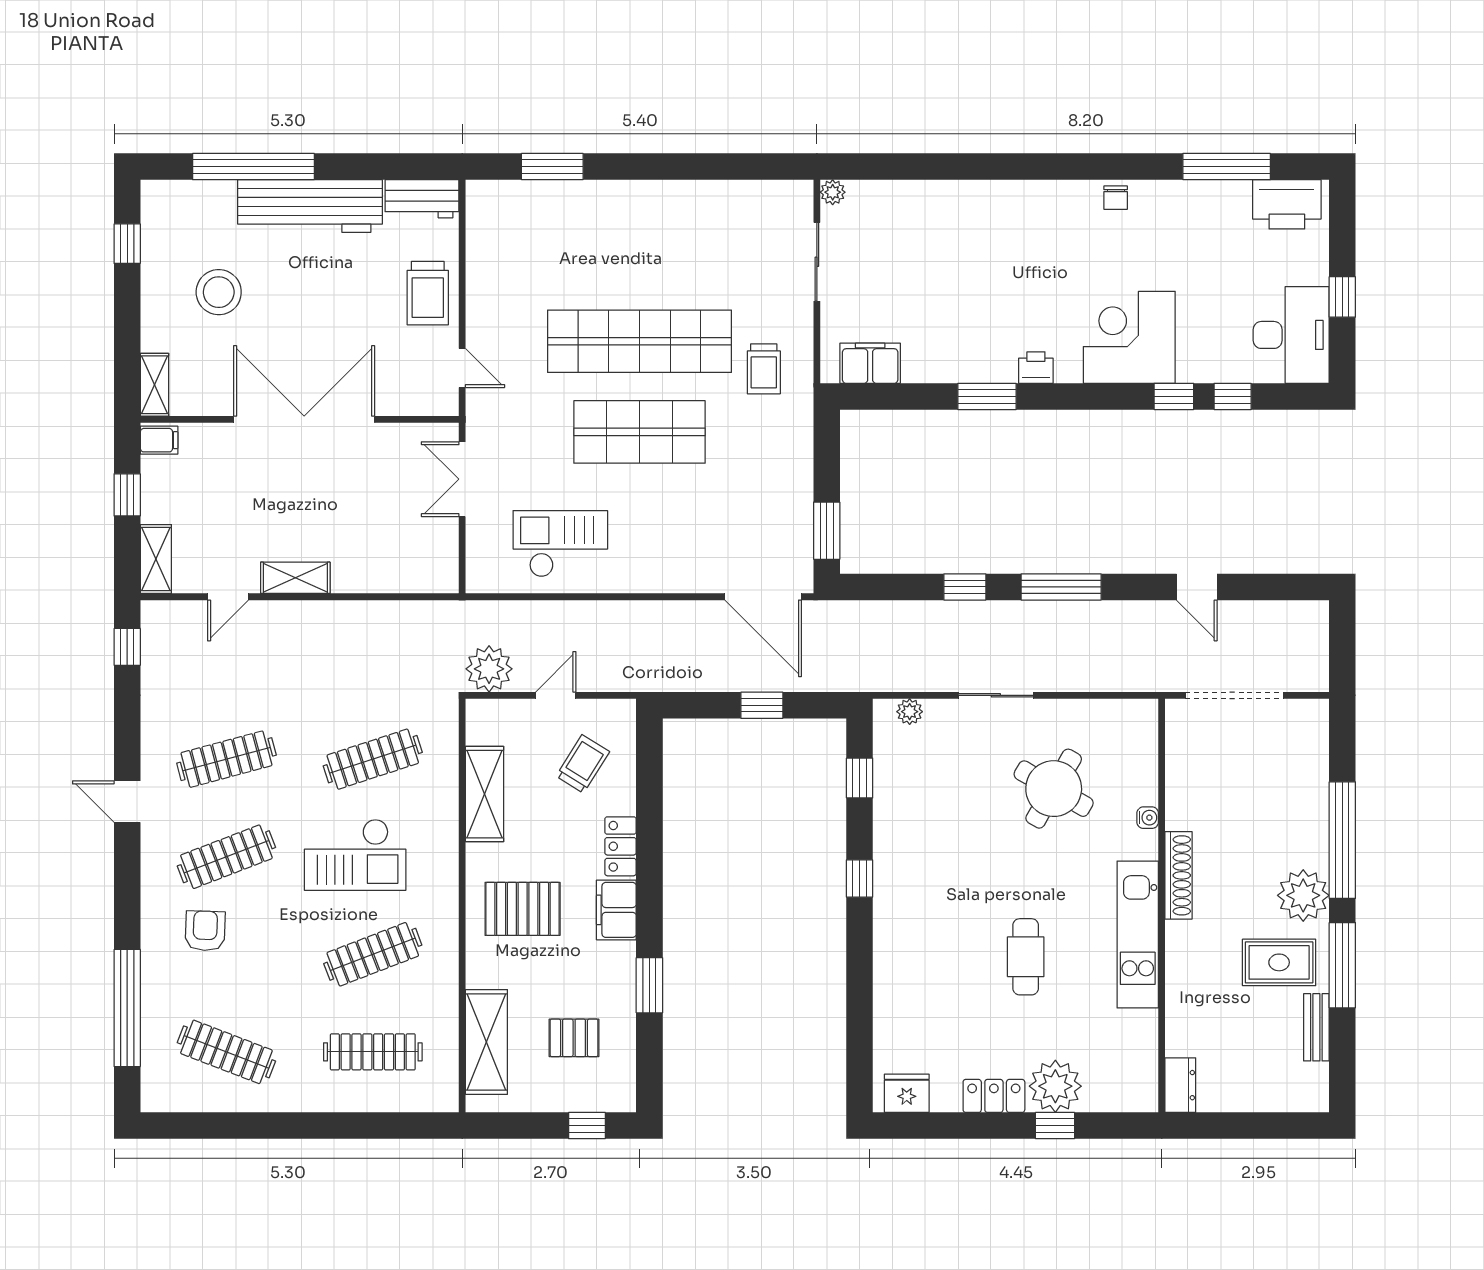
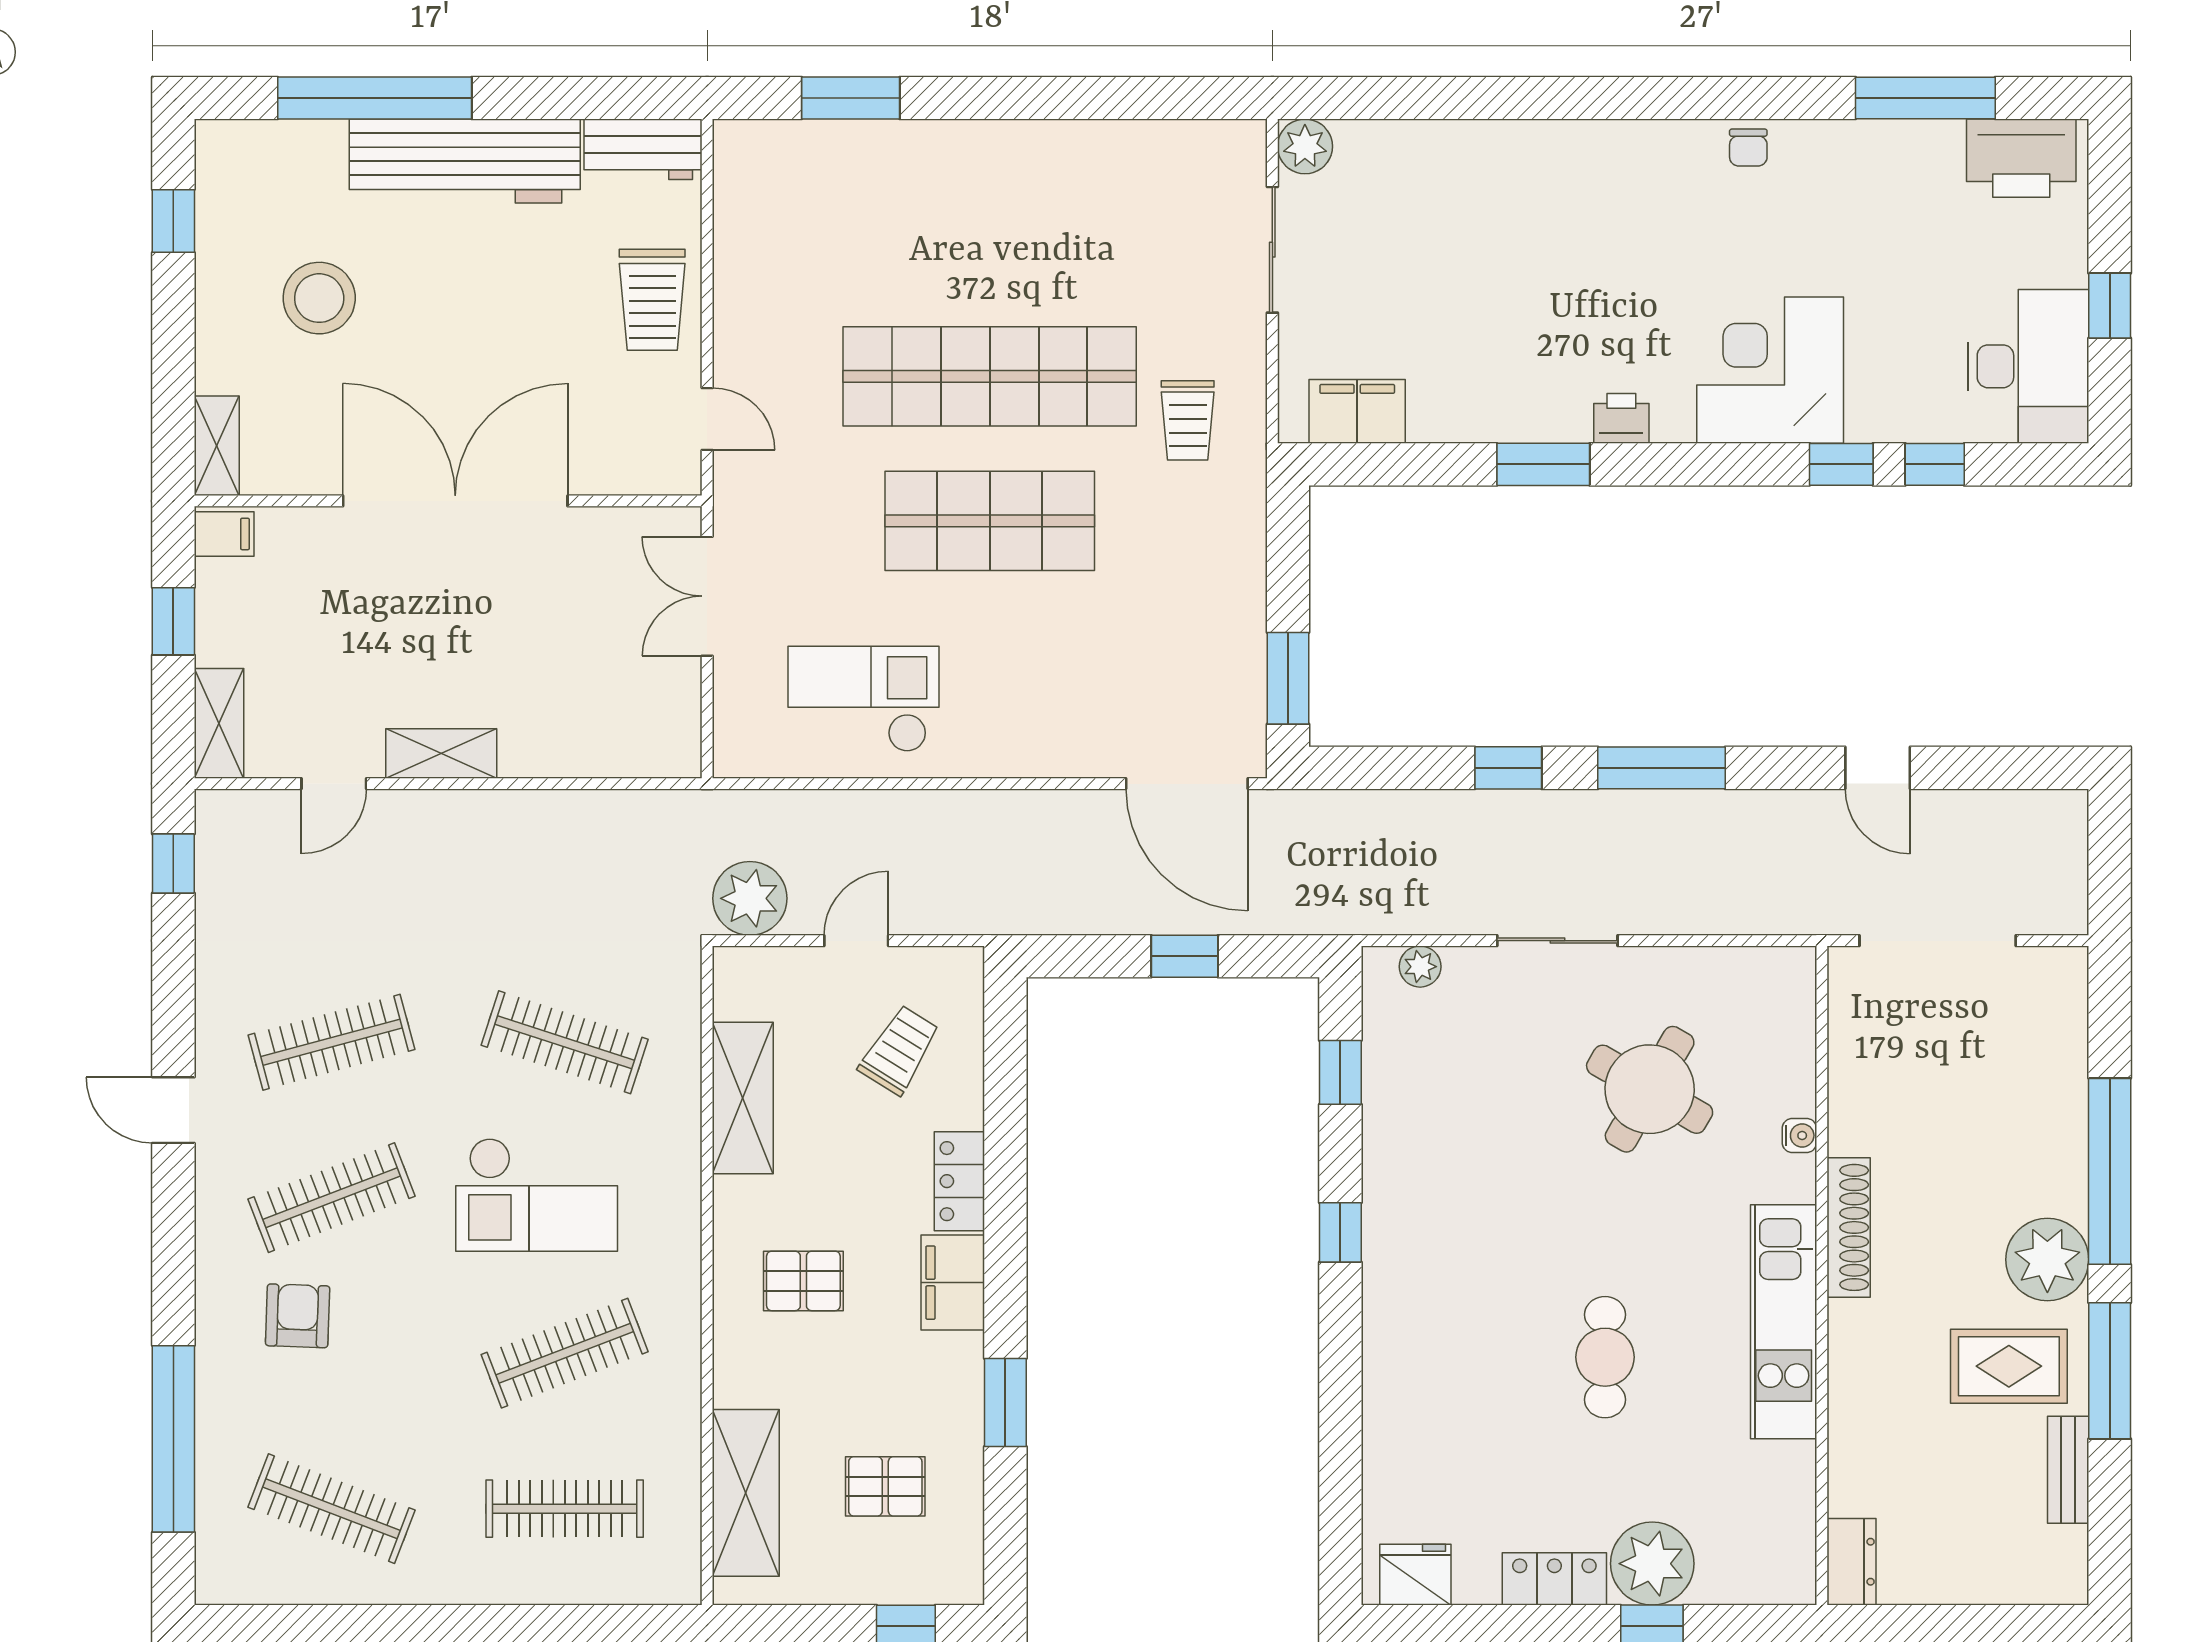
plant: (833, 192) -> (1305, 146), width x1.38, depth x1.38
clothes rail: (373, 759) -> (565, 1042), turned 36
pallet: (523, 909) -> (803, 1281), width x0.67, depth x0.71

